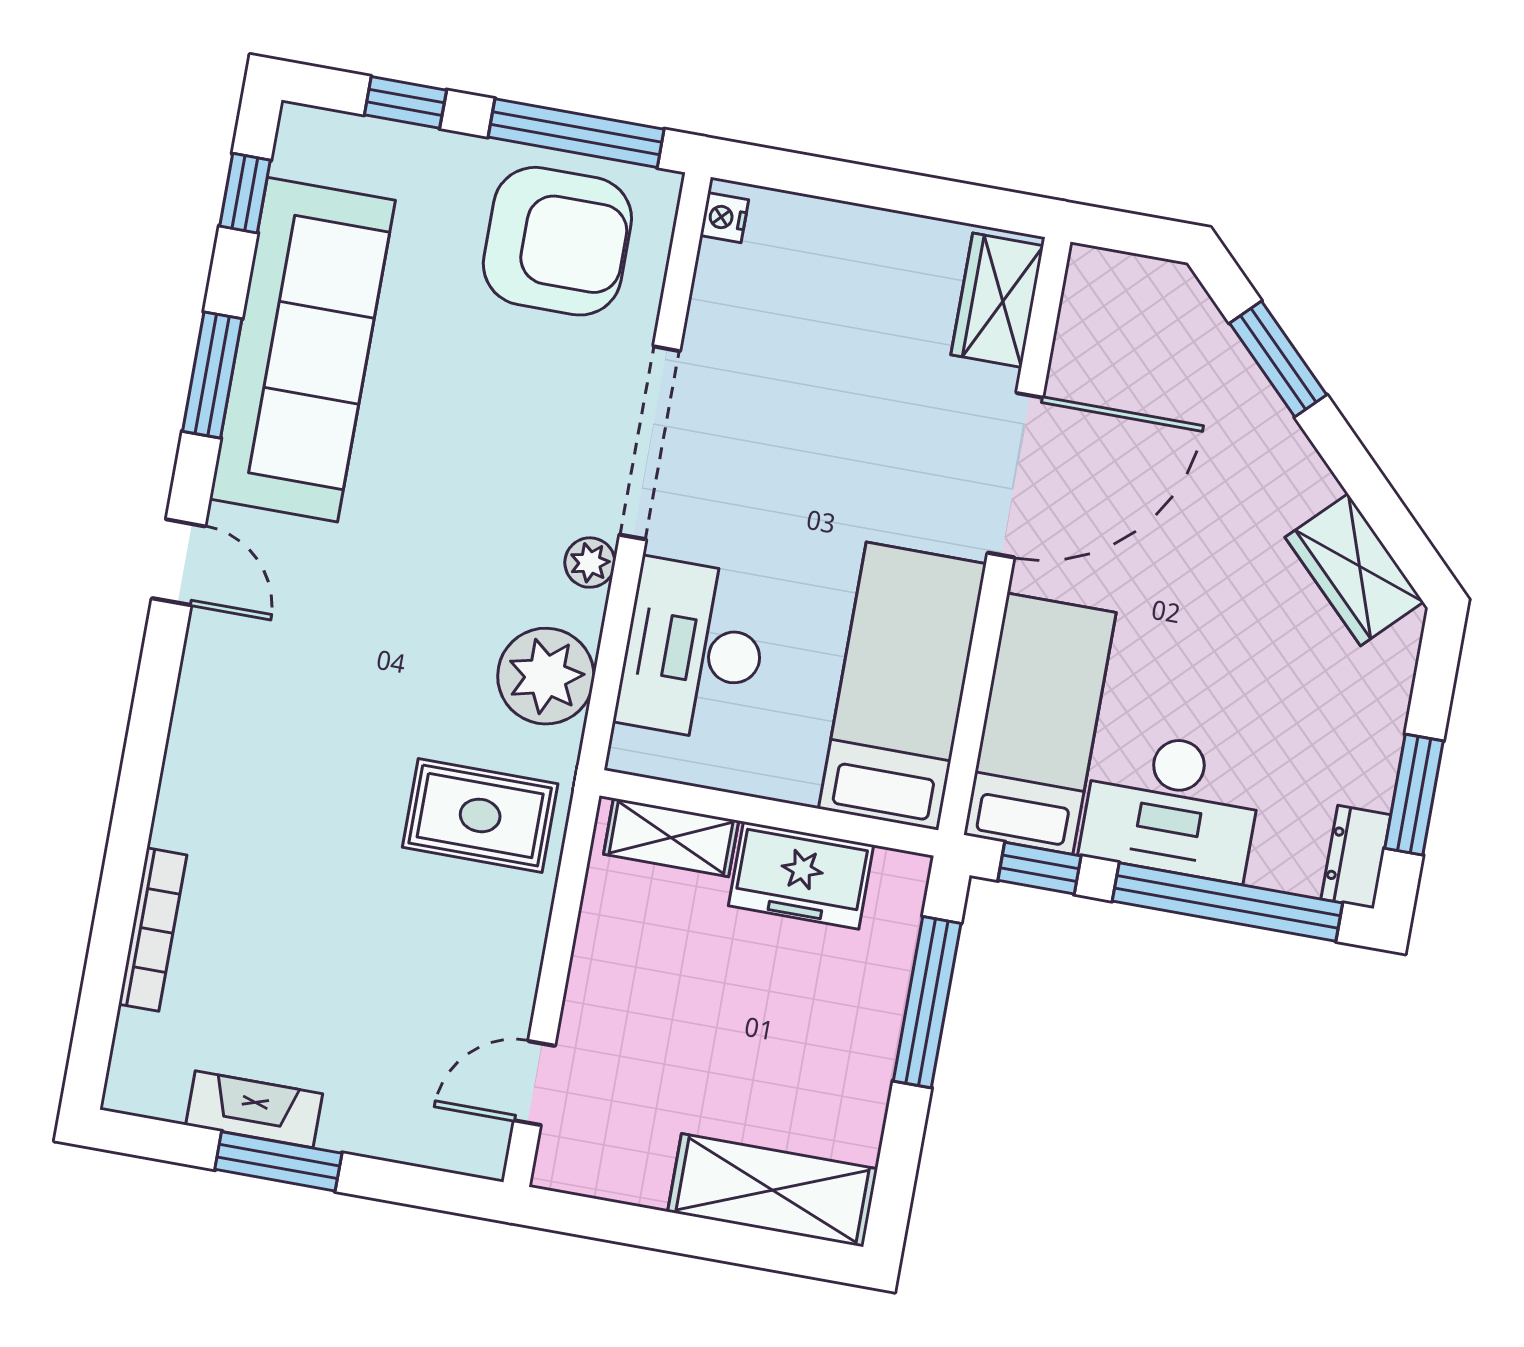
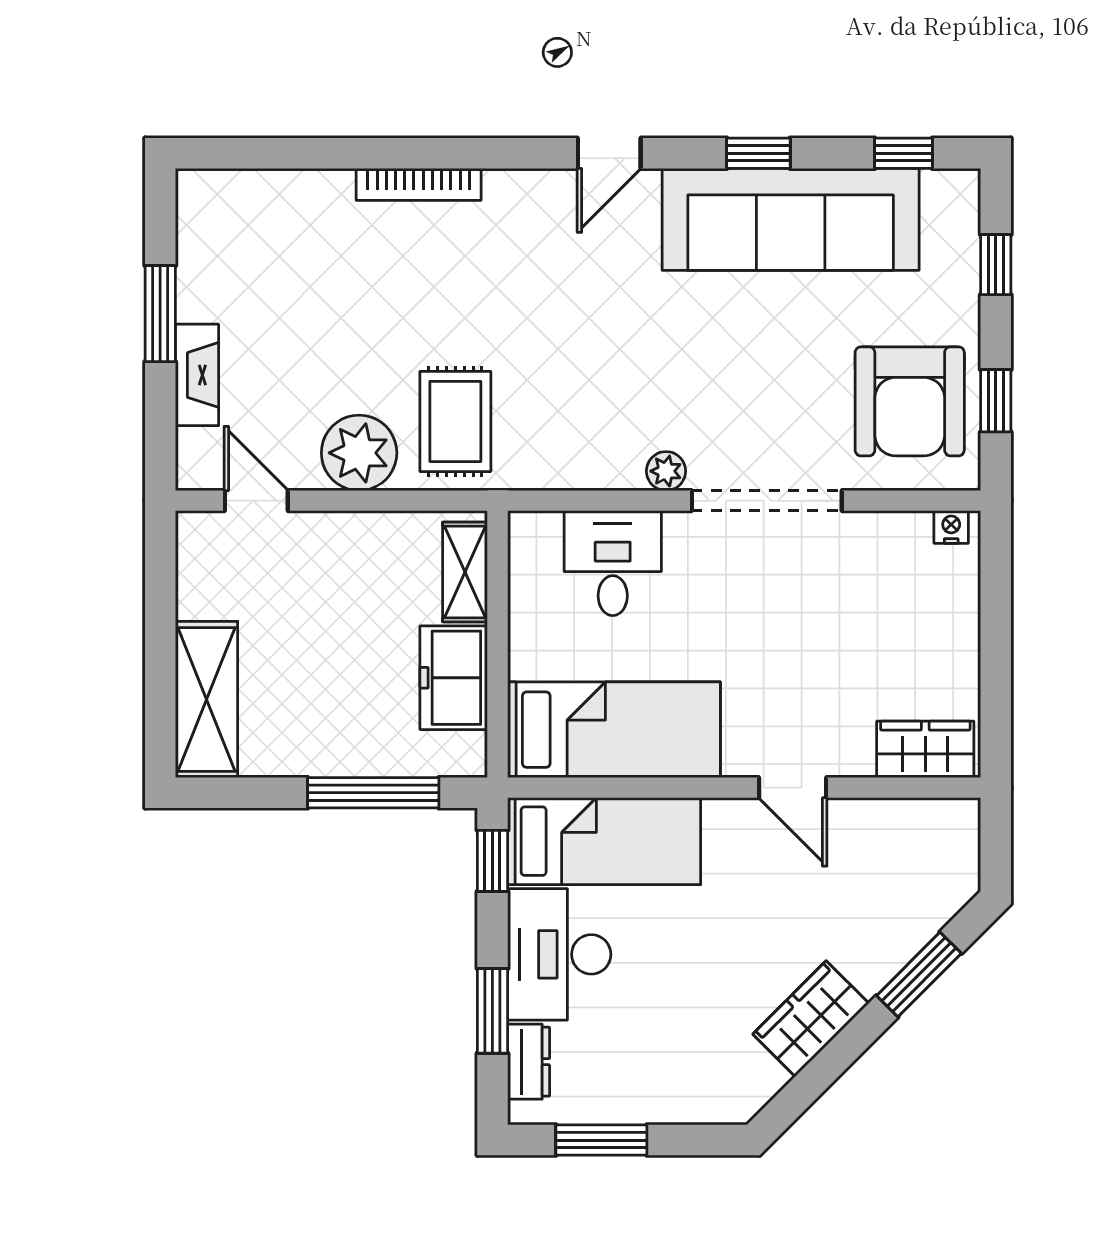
window: (576, 133) -> (996, 401), width x0.46
window: (212, 375) -> (758, 153), width x0.67
door: (1015, 475) -> (793, 788), width x0.53
wardrobe: (1354, 570) -> (811, 1019), moved
desk: (693, 650) -> (613, 563), width x0.73
plant: (546, 676) -> (359, 453), moved
dresser: (1356, 857) -> (529, 1062), moved, turned 90
window: (1227, 902) -> (492, 1011), width x0.47
bookcase: (153, 930) -> (419, 184), moved
fireplace: (254, 1109) -> (197, 375), moved

